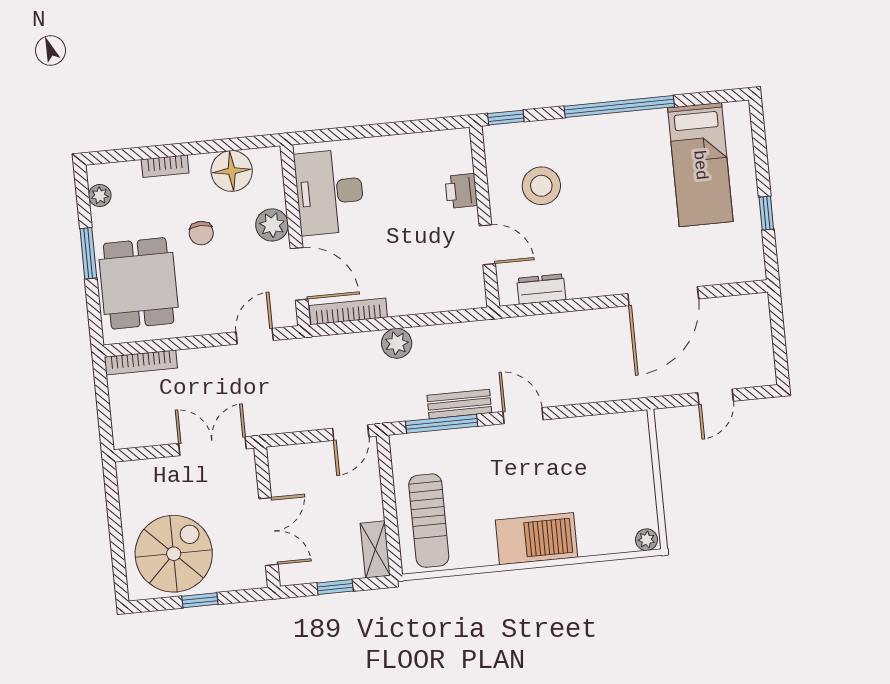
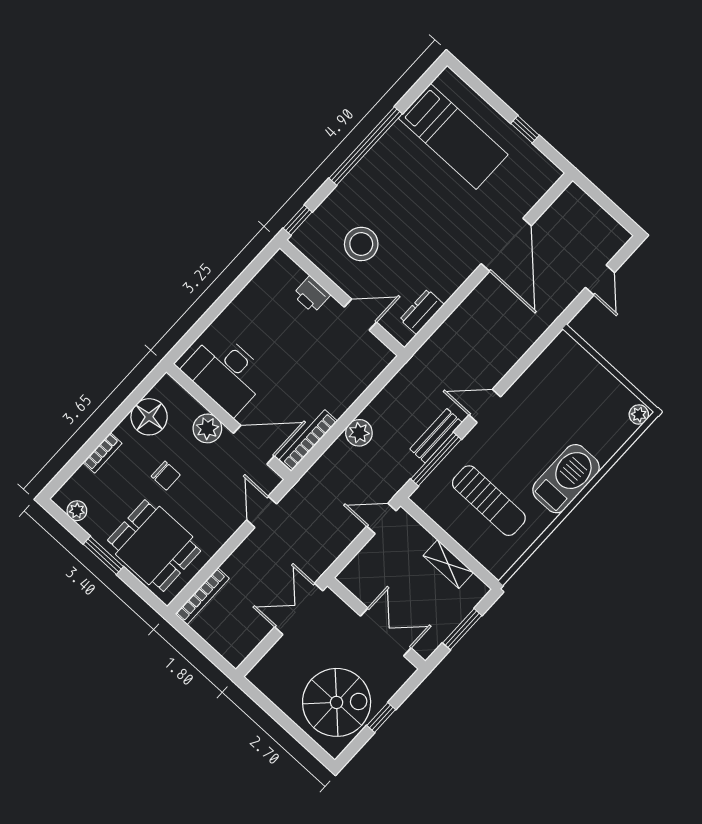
door: (351, 433) -> (381, 519), swing flipped
sun lounger: (429, 521) -> (489, 501), moved
shelving: (375, 549) -> (448, 564), moved
spiral stairs: (174, 554) -> (337, 702), turned 90
window: (335, 587) -> (462, 629), width x1.50

